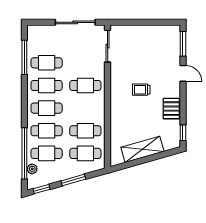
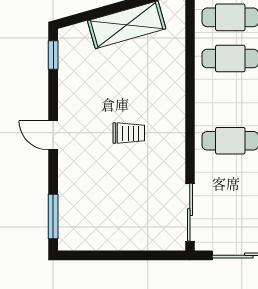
door: (183, 73) -> (53, 135), moved
pallet: (171, 109) -> (74, 99), removed

